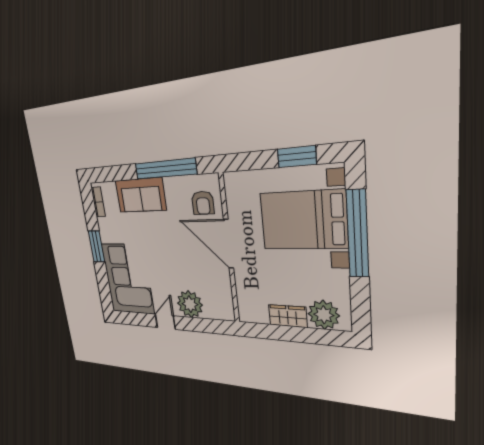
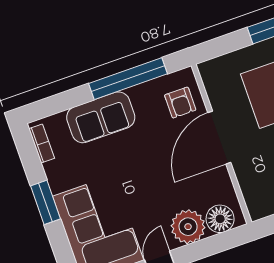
door: (229, 244) -> (219, 138), hinge flipped
floor lamp: (215, 309) -> (220, 219), added

